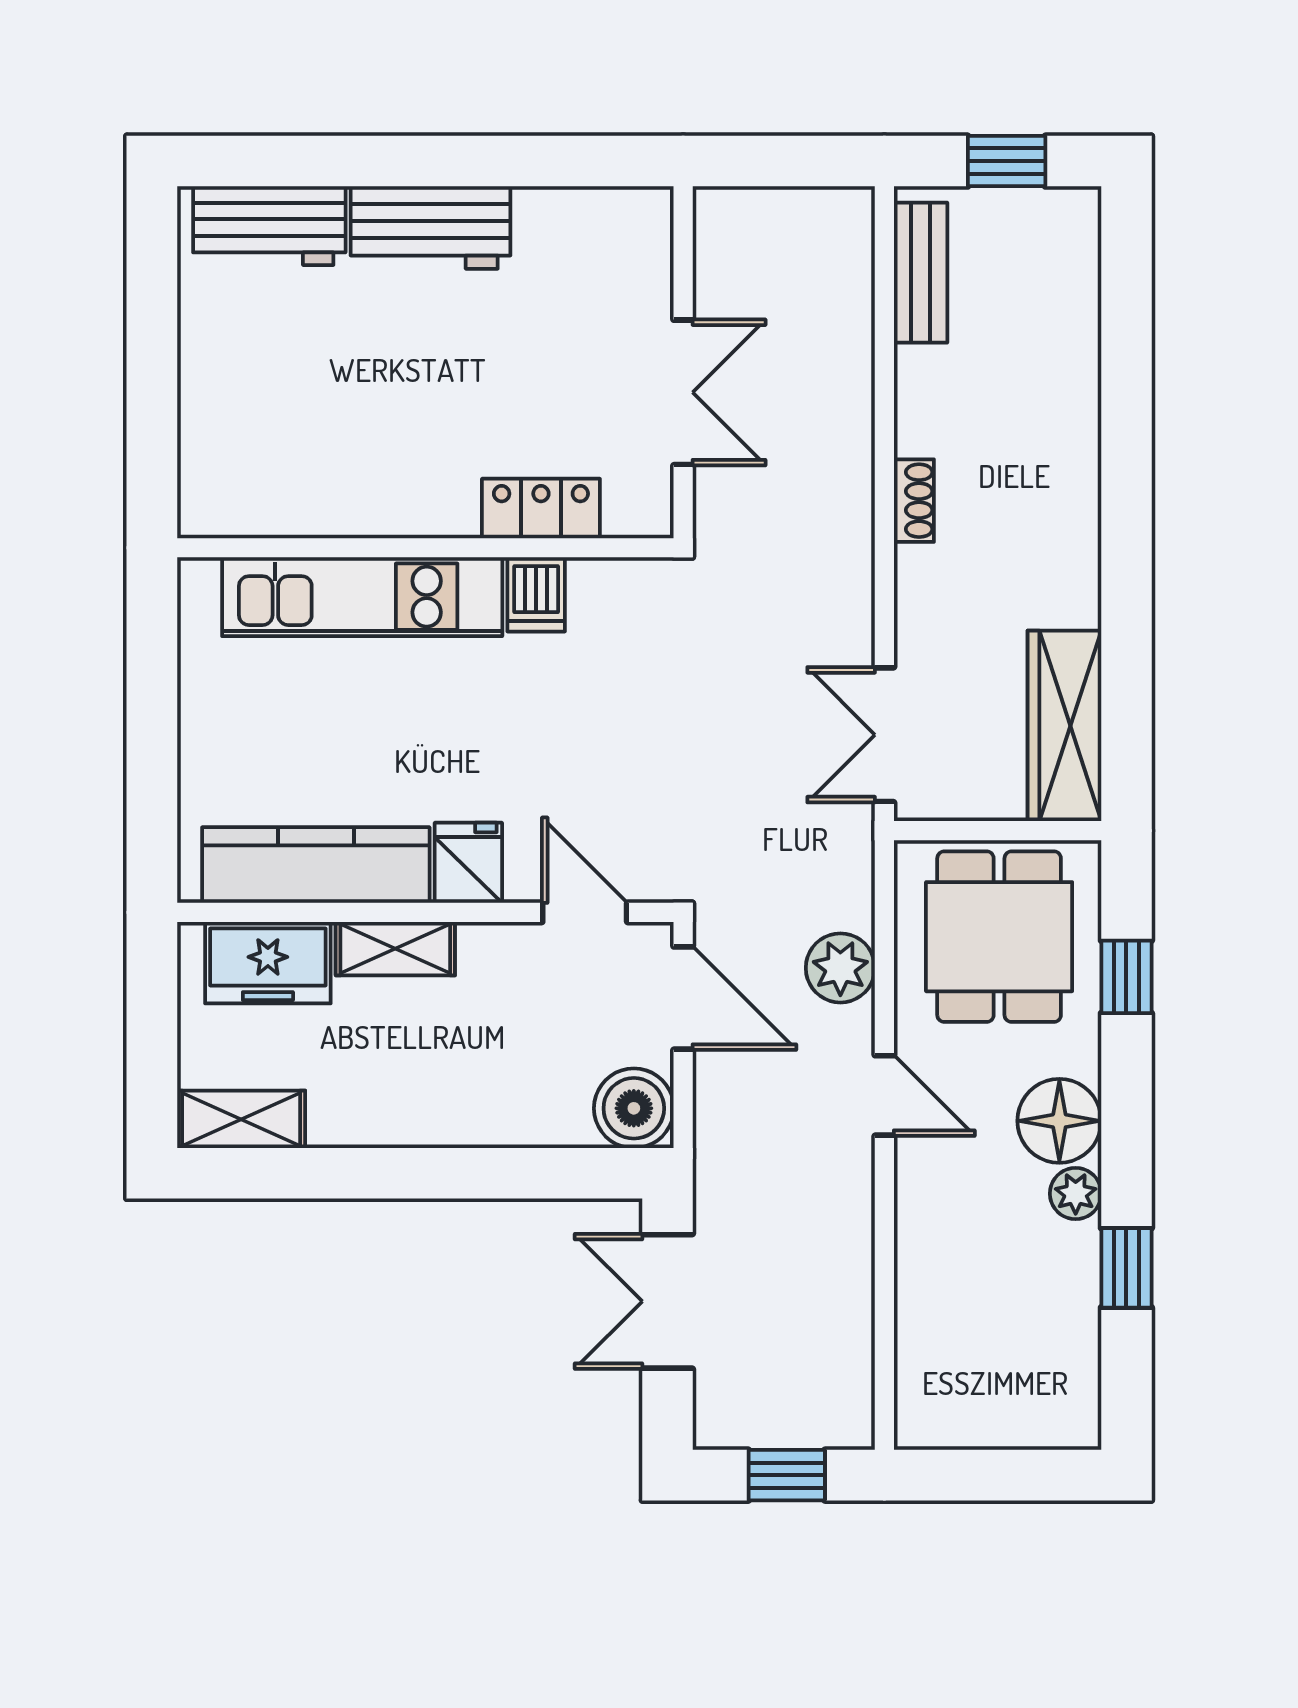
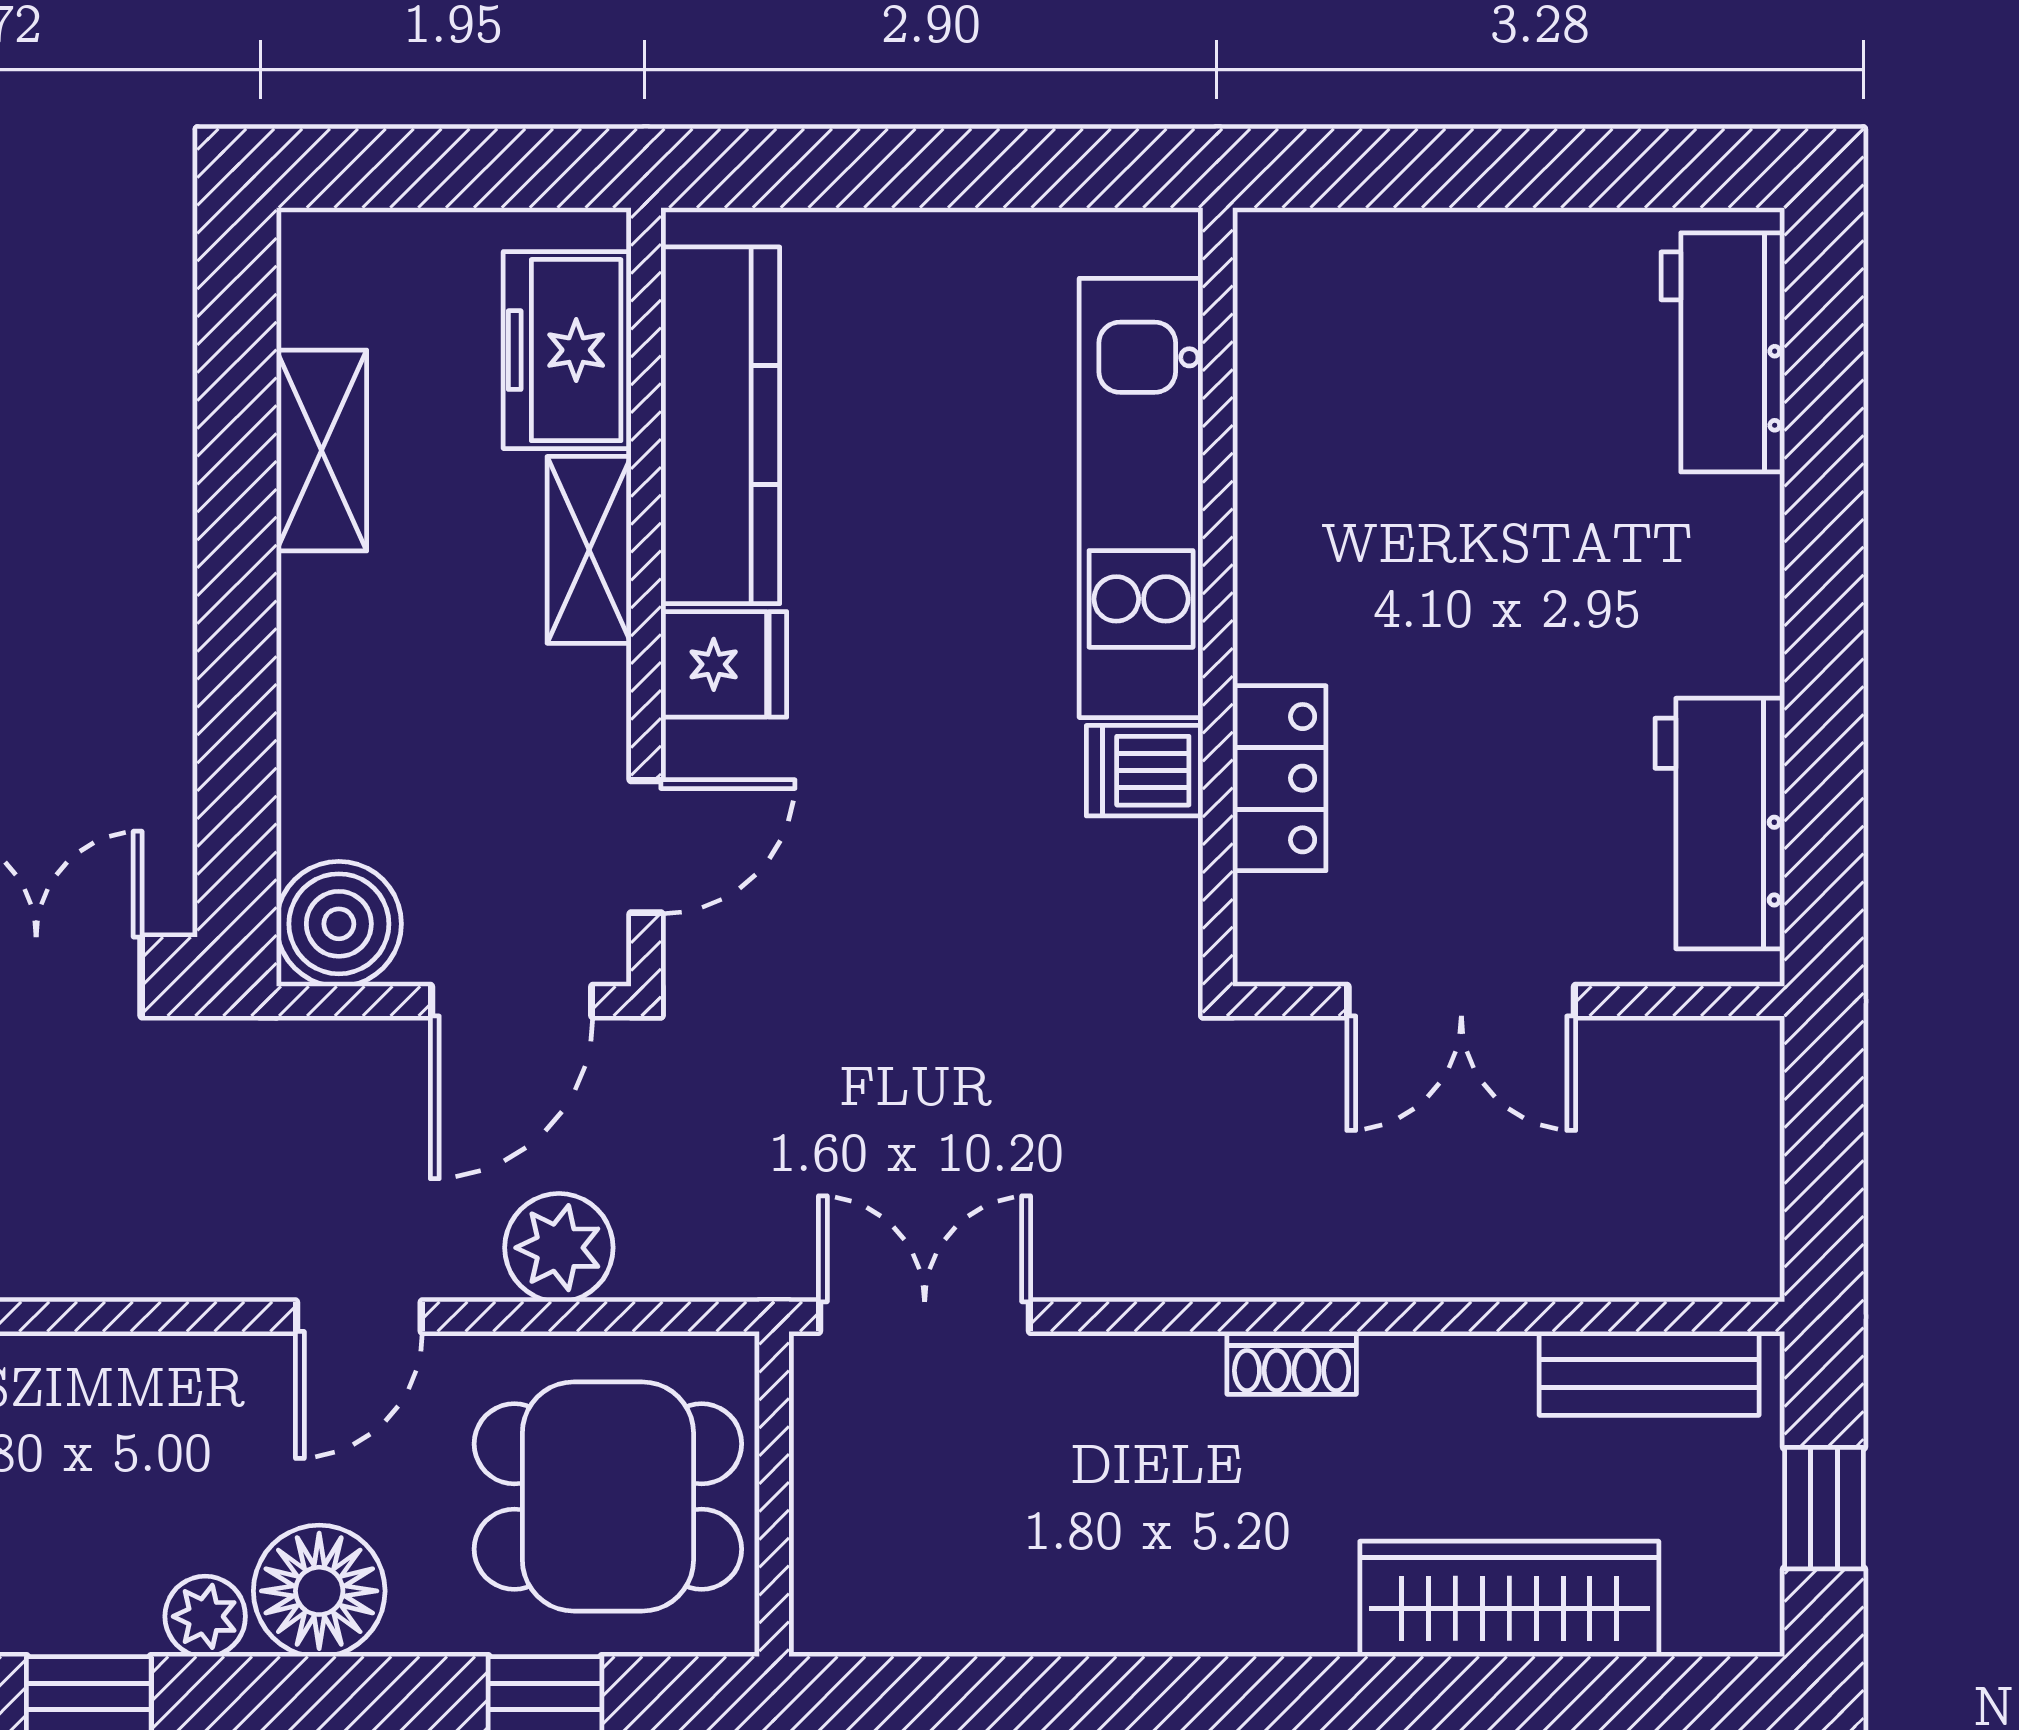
workbench: (431, 228) -> (1720, 823), moved
wardrobe: (1064, 726) -> (1509, 1599), moved
shelving: (241, 1119) -> (321, 451), moved

